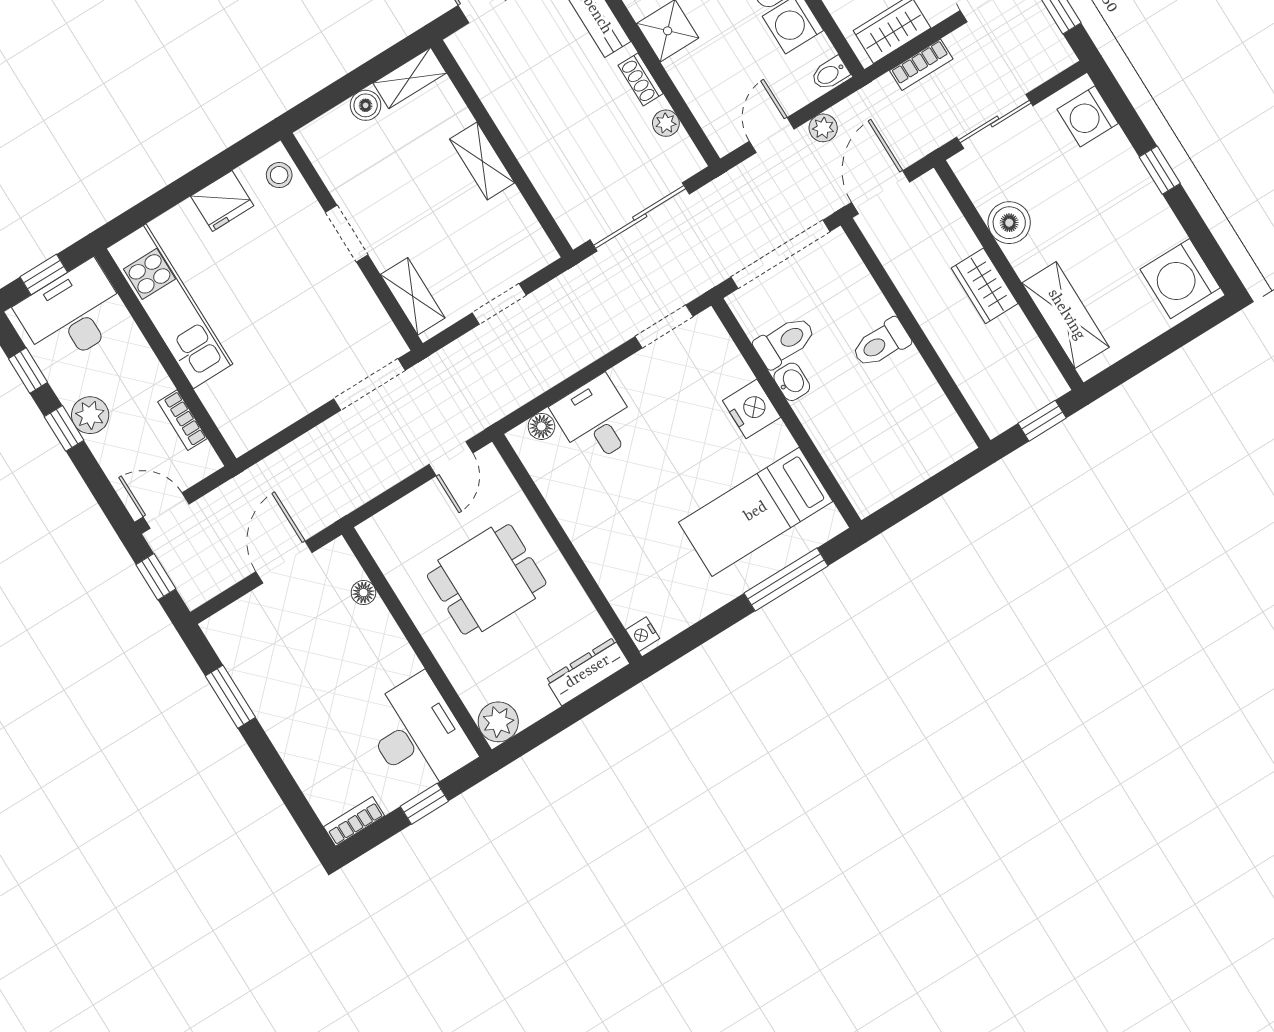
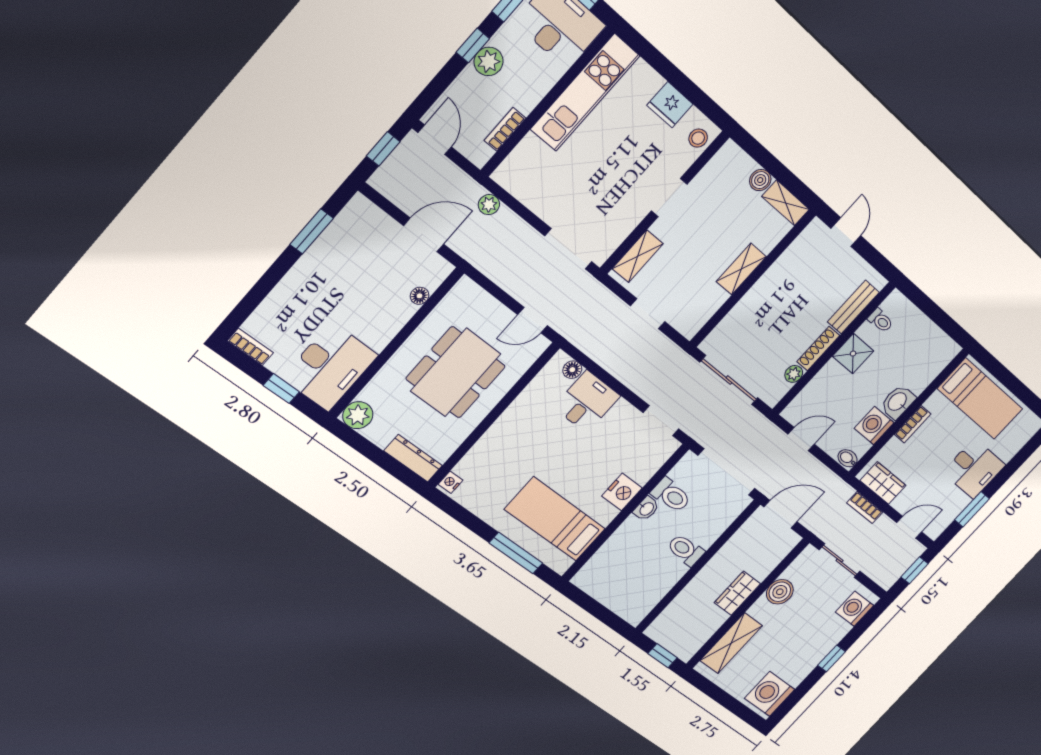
shoe rack: (641, 79) -> (818, 349), width x1.43
plant: (823, 128) -> (489, 205), moved
dining table: (487, 579) -> (456, 373), width x1.38

